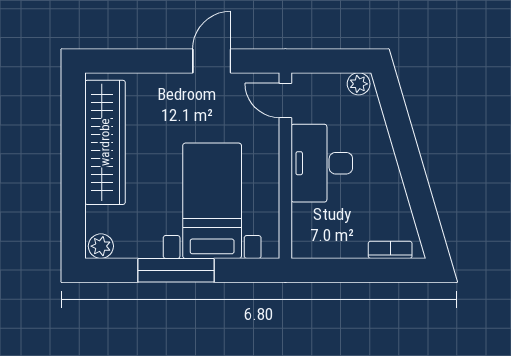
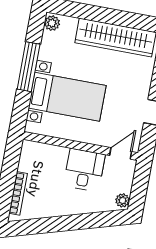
desk: (322, 163) -> (84, 170), width x0.73
bookcase: (390, 250) -> (18, 193), width x1.56

